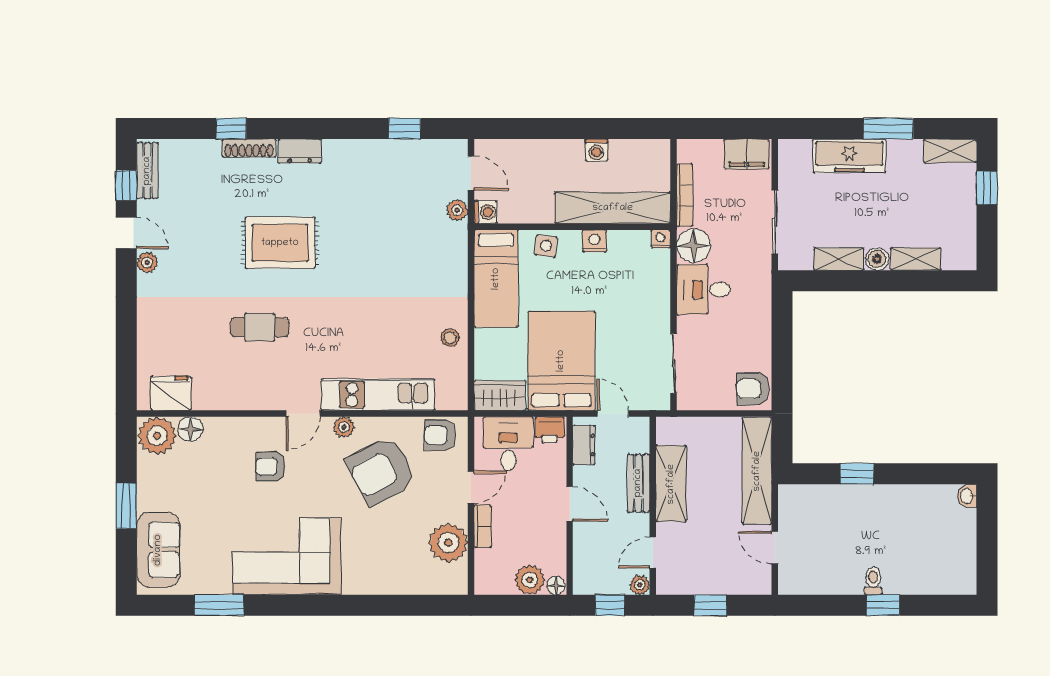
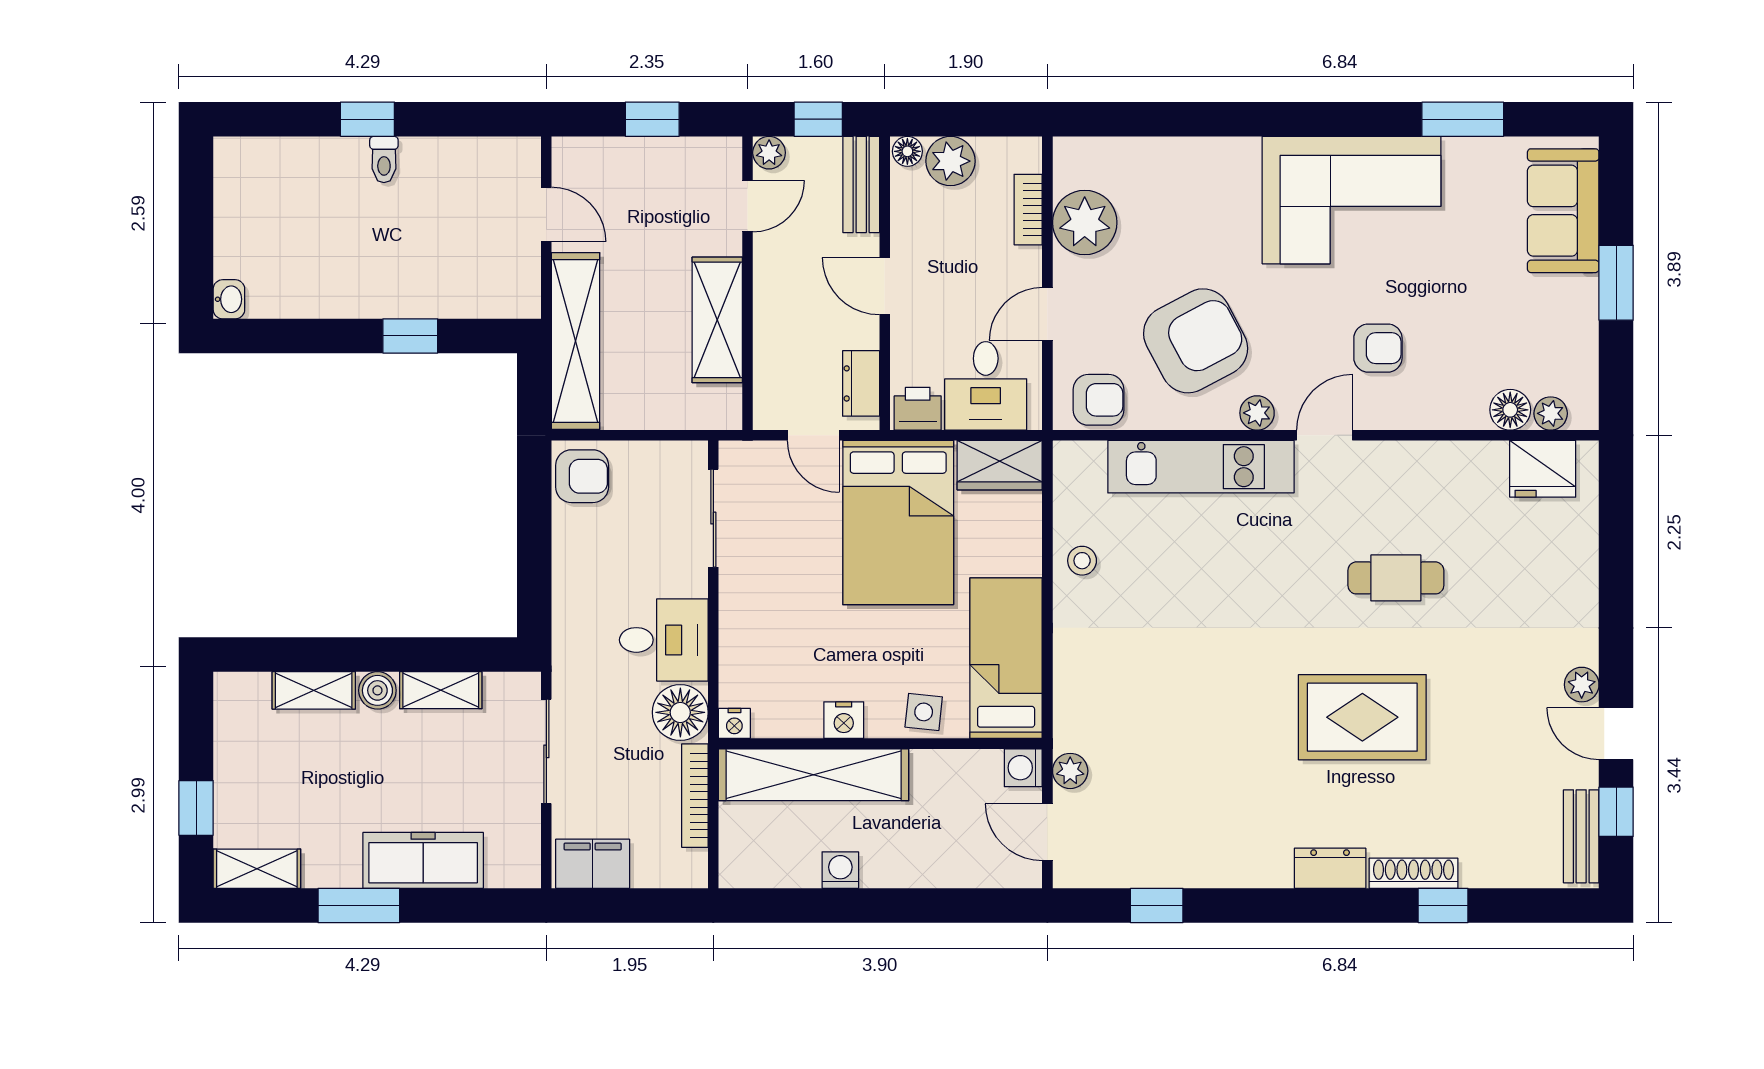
plant: (157, 436) -> (1551, 413), width x0.53, depth x0.53
bench: (638, 483) -> (861, 184), moved
bookcase: (483, 526) -> (1028, 210), moved

